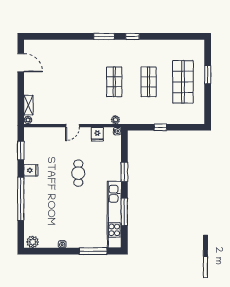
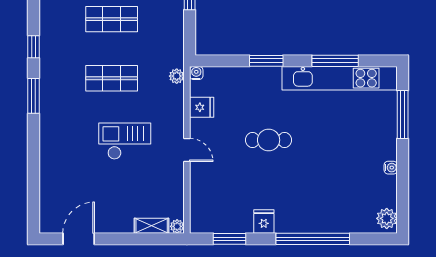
checkout: (78, 90) -> (125, 141), added

